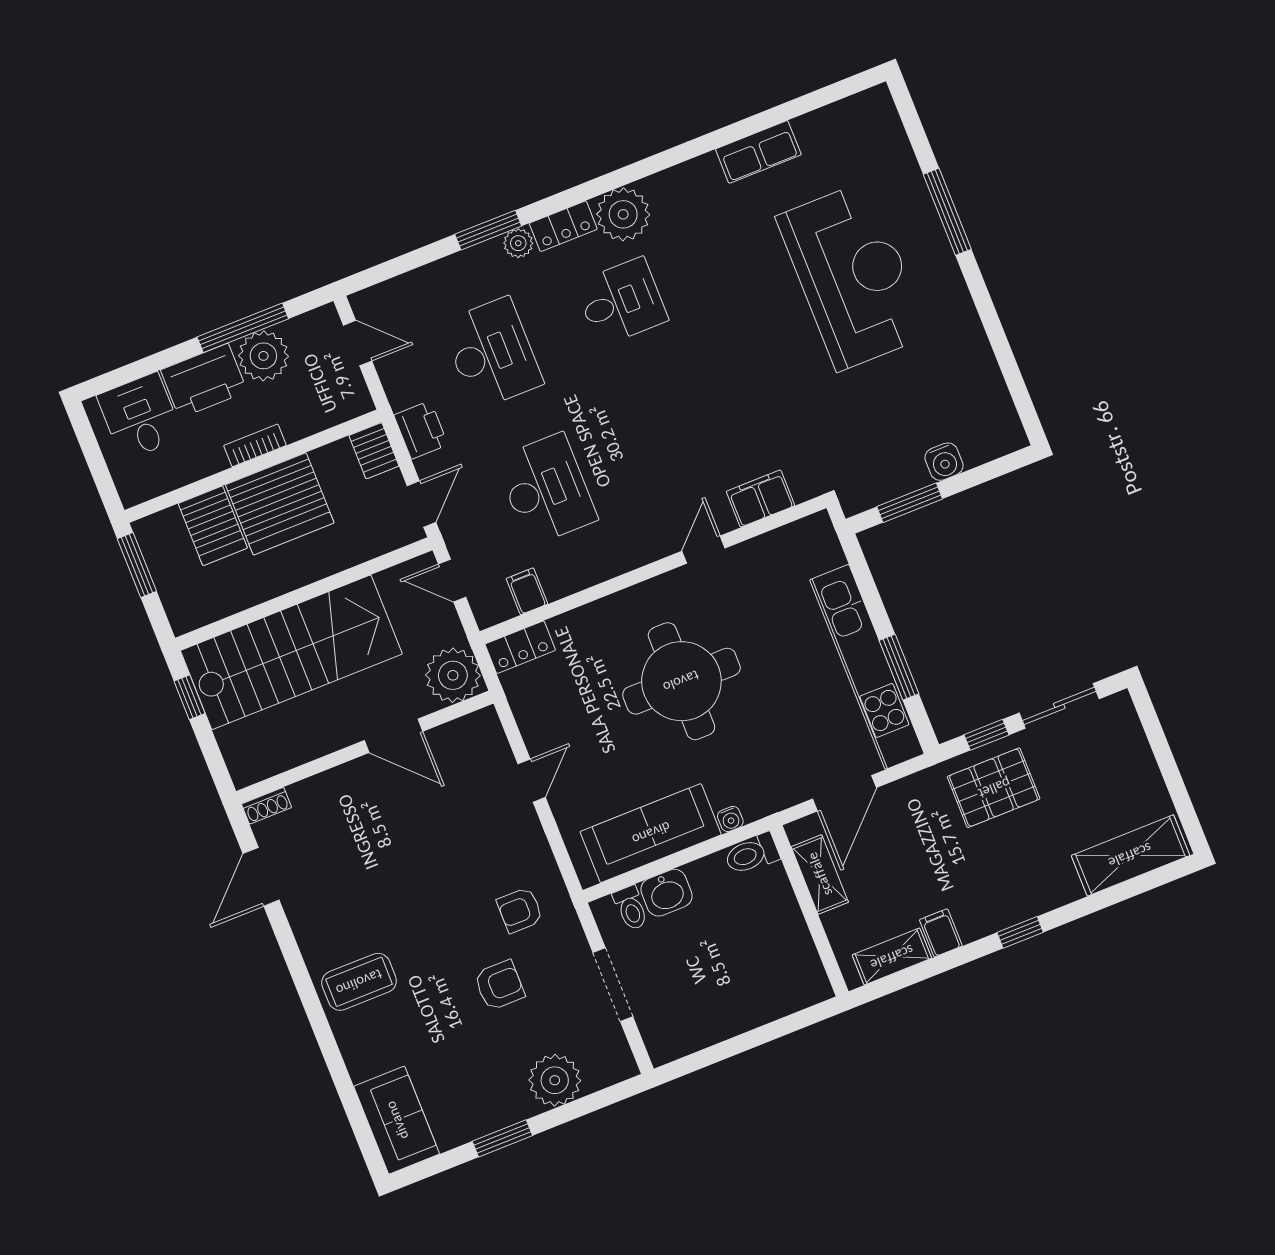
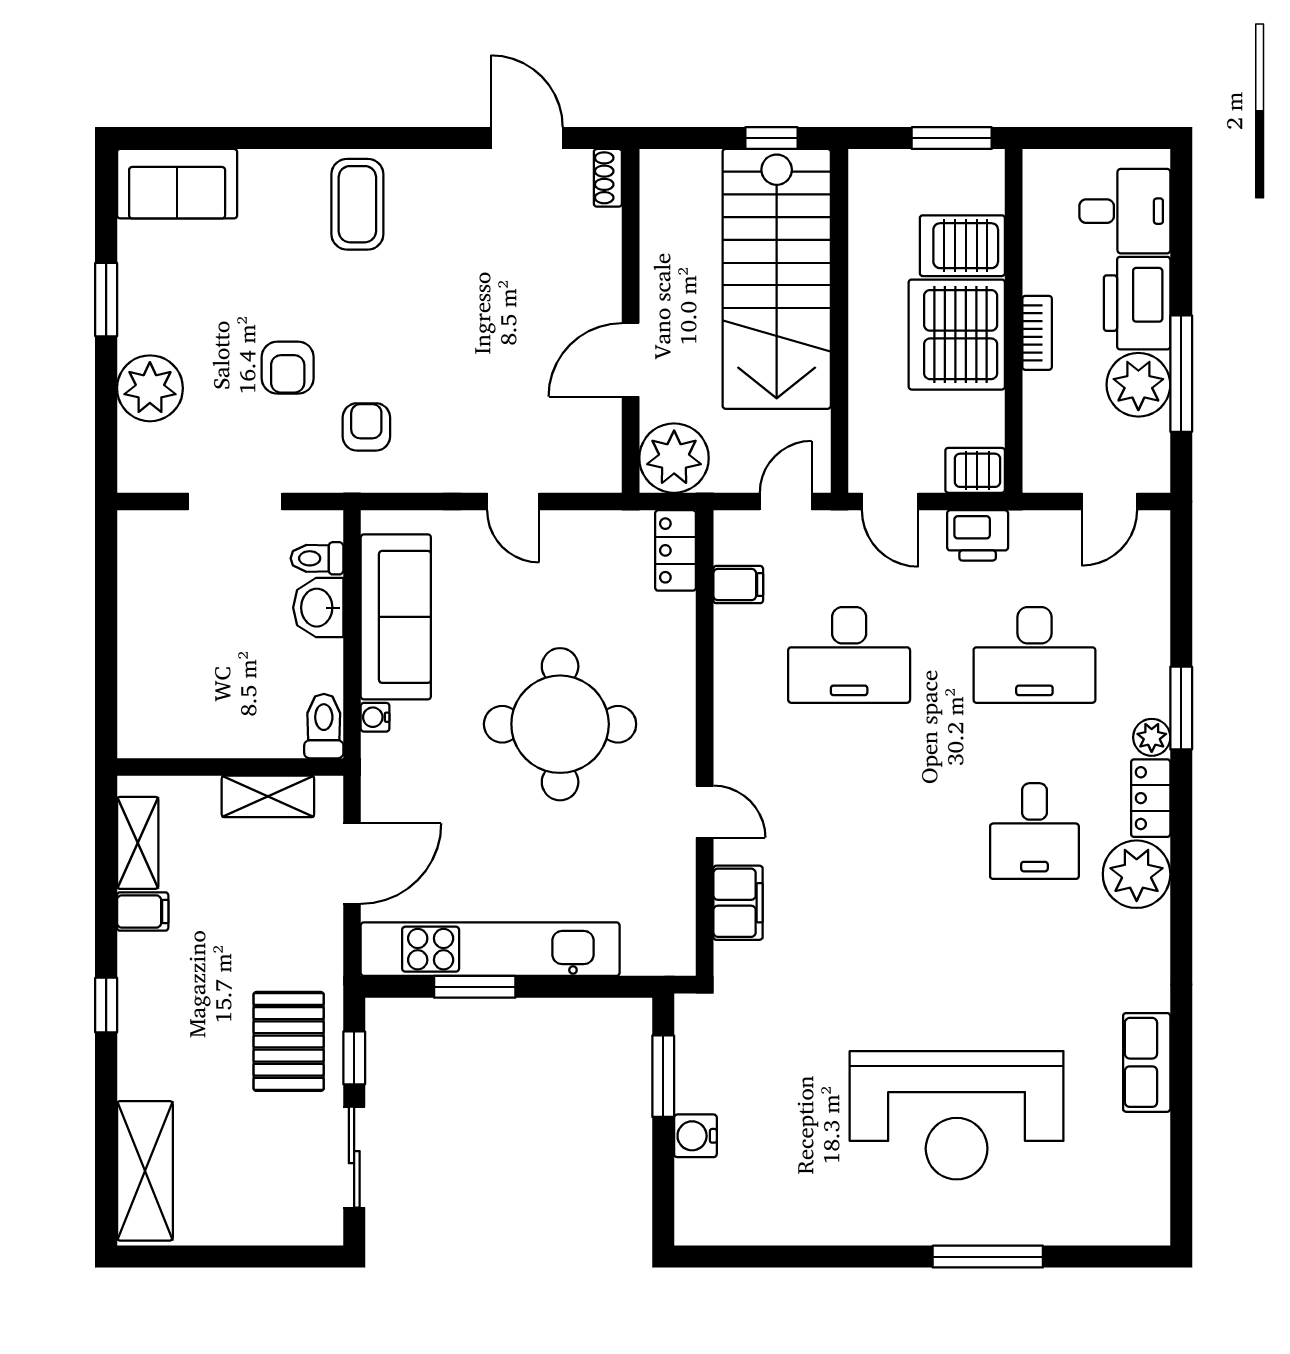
door: (844, 793) -> (352, 864), swing flipped

